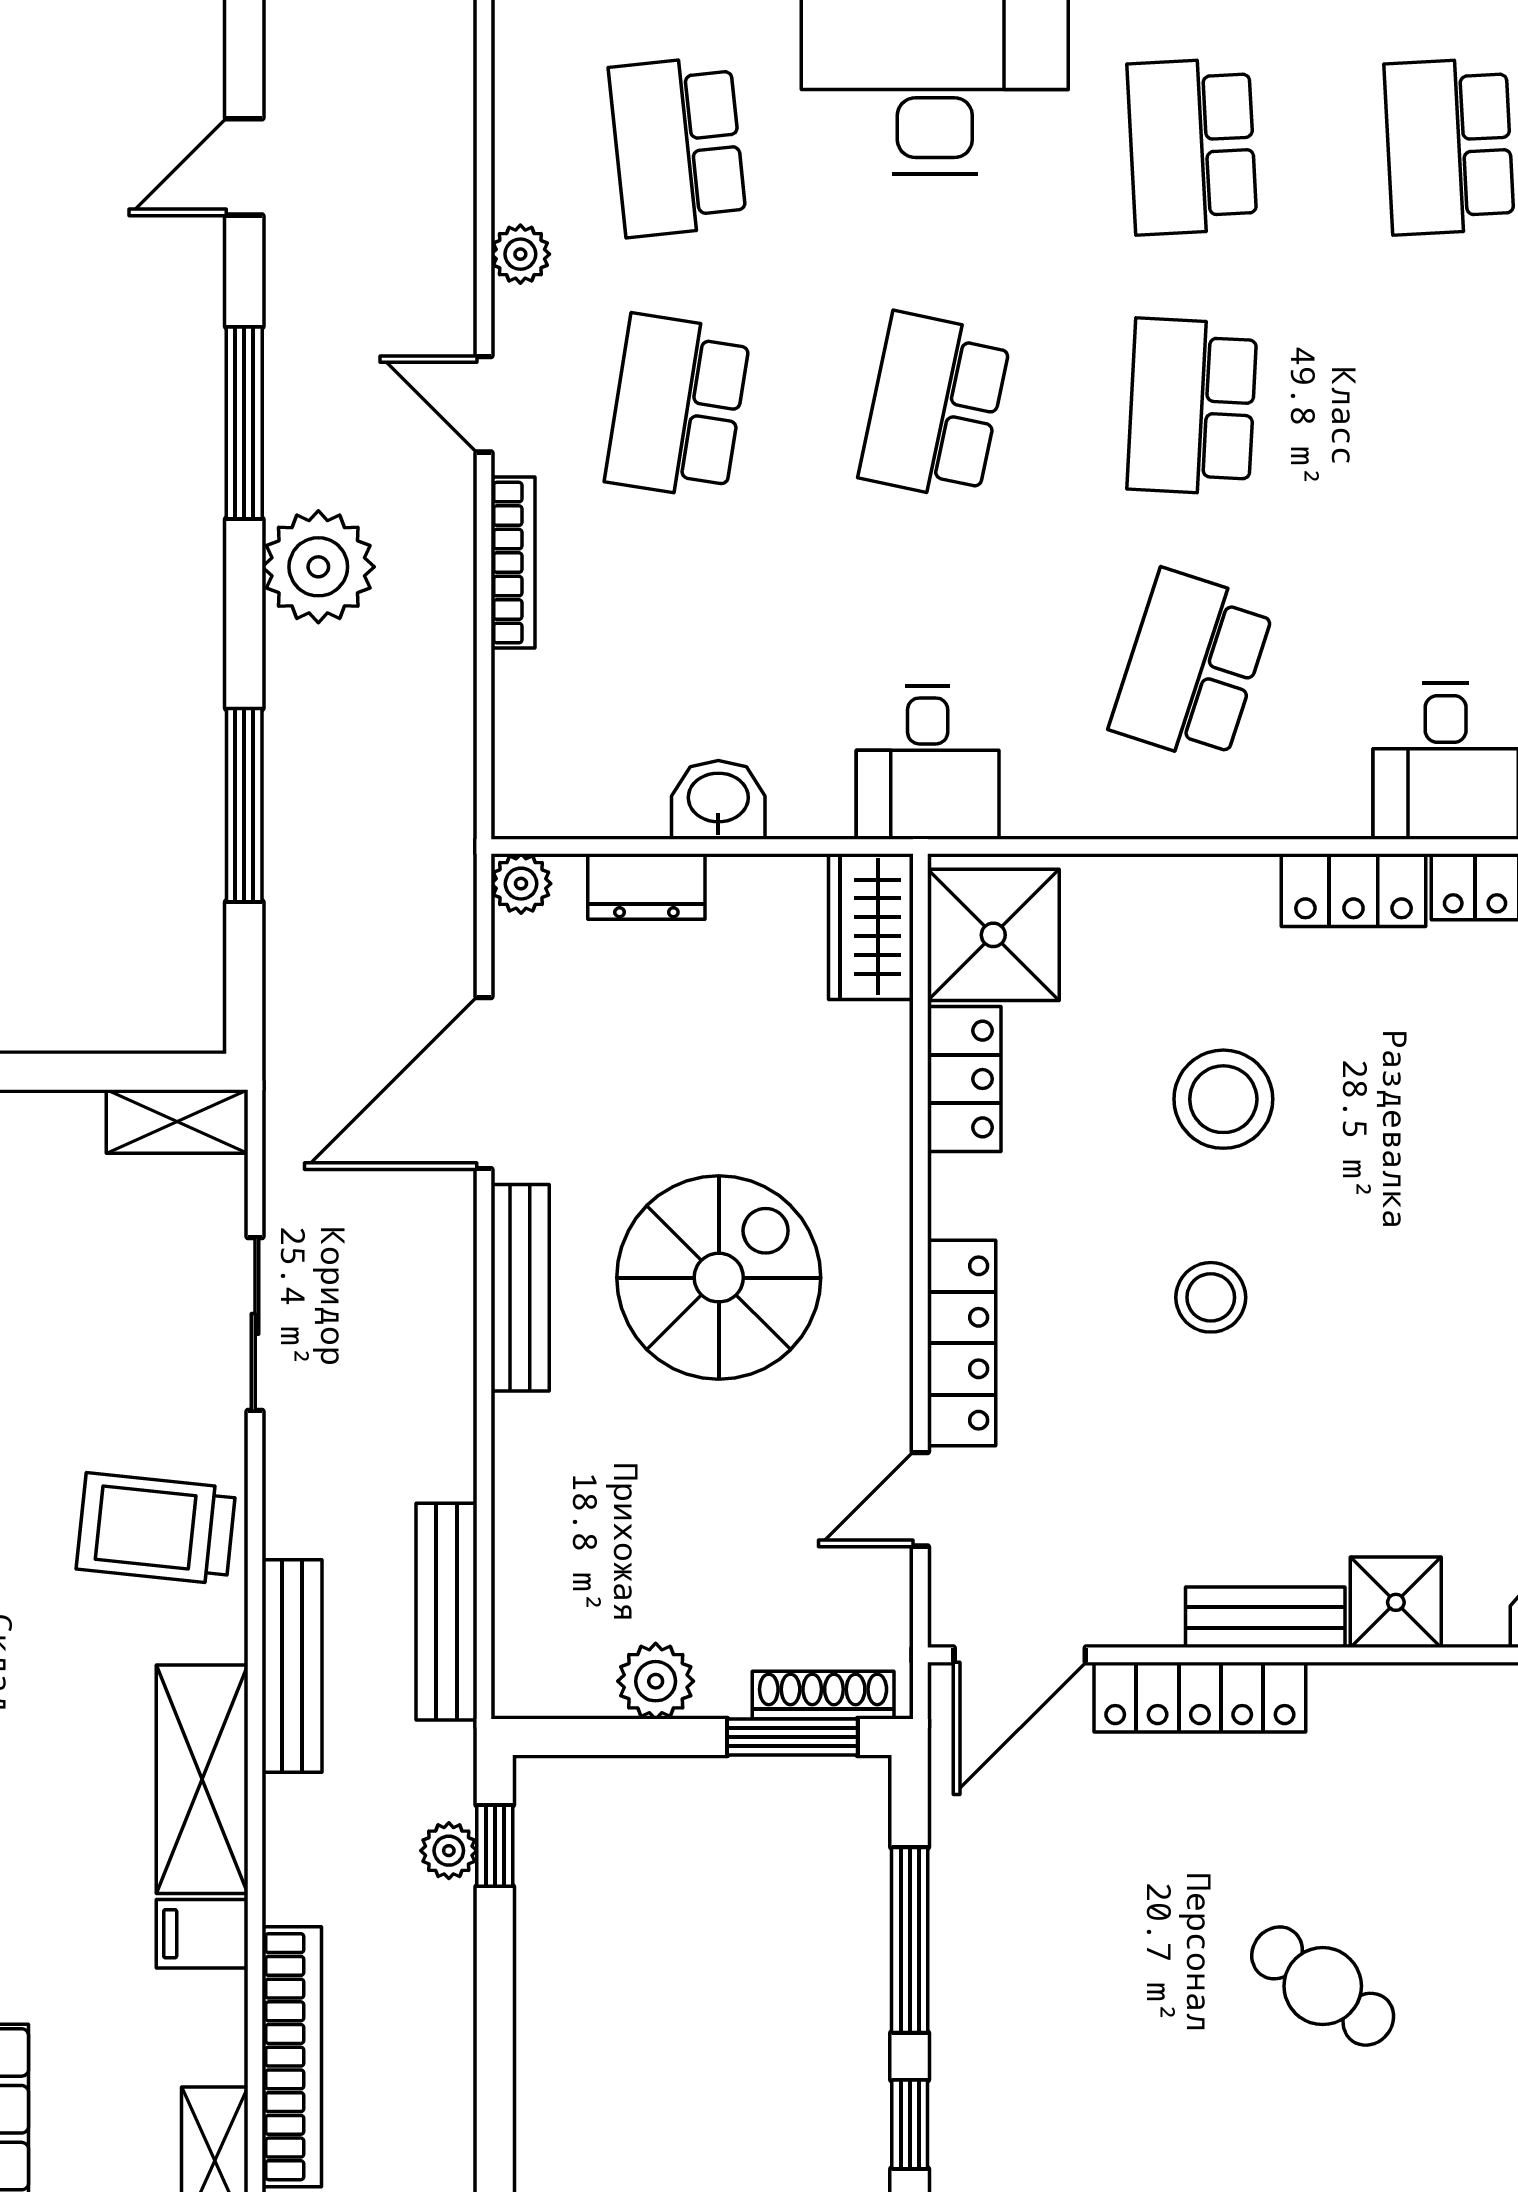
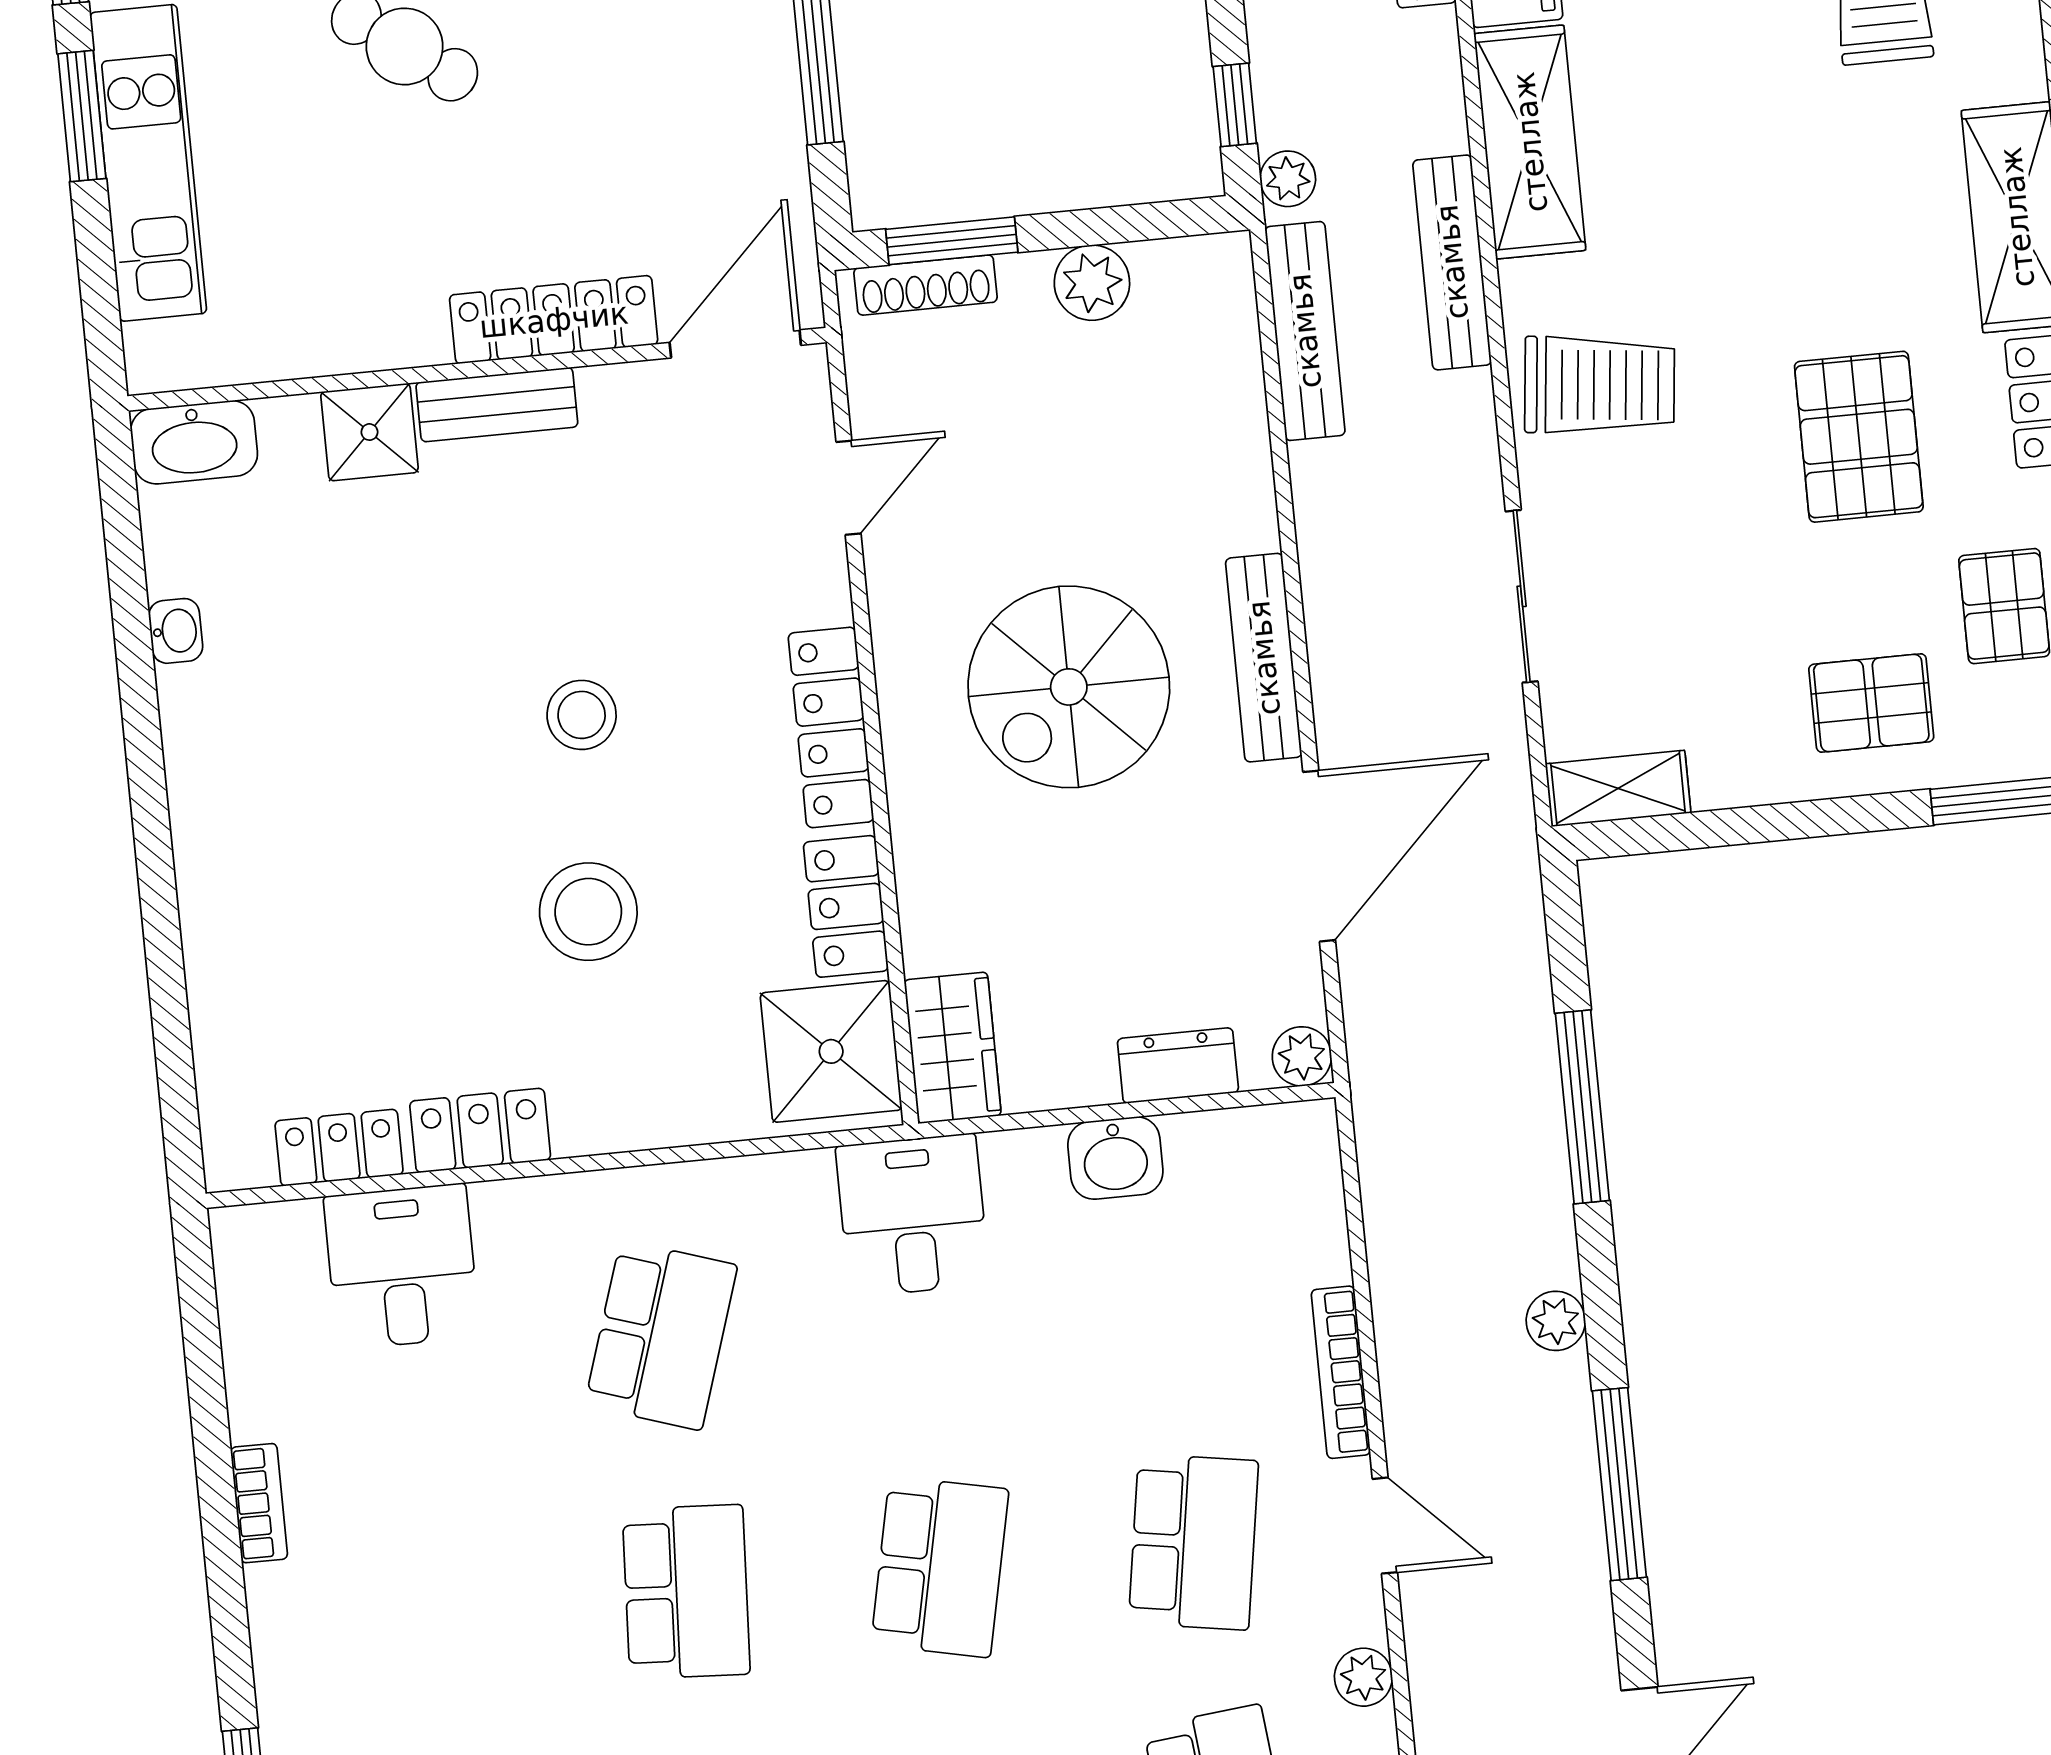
plant: (318, 567) -> (1556, 1321), width x0.53, depth x0.53
locker: (962, 1343) -> (831, 727), moved
plant: (449, 1851) -> (1288, 179), moved

